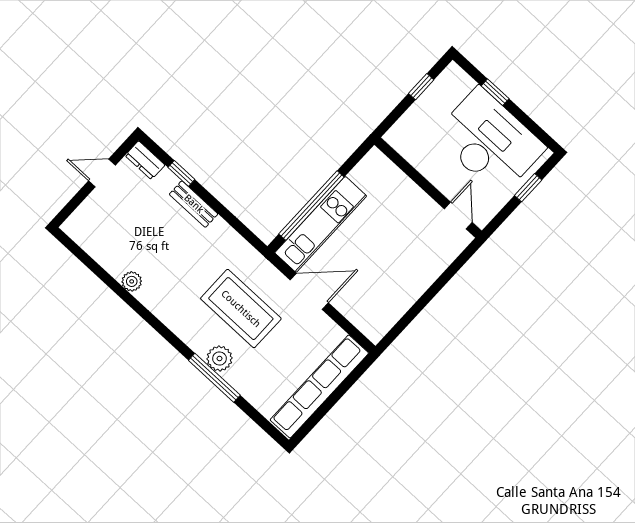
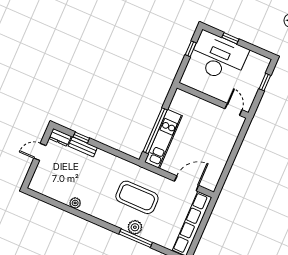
desk: (489, 142) -> (218, 57), moved
bench: (194, 204) -> (83, 147), moved
door: (309, 291) -> (187, 183), moved

